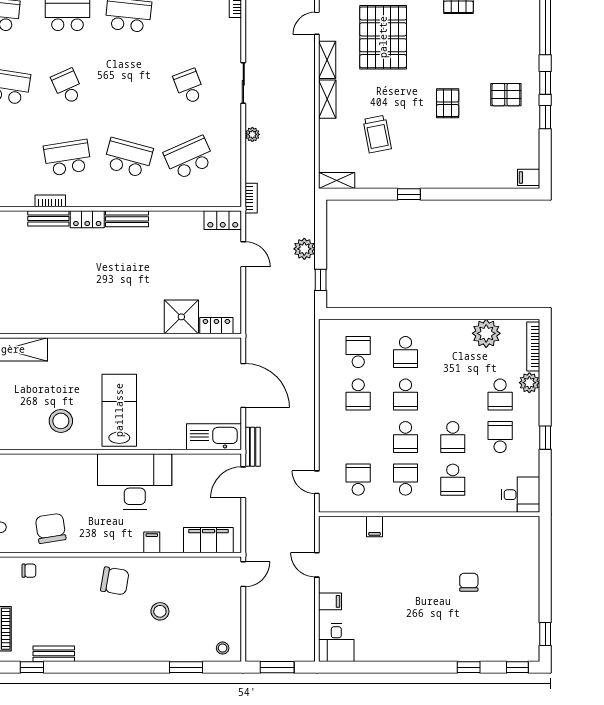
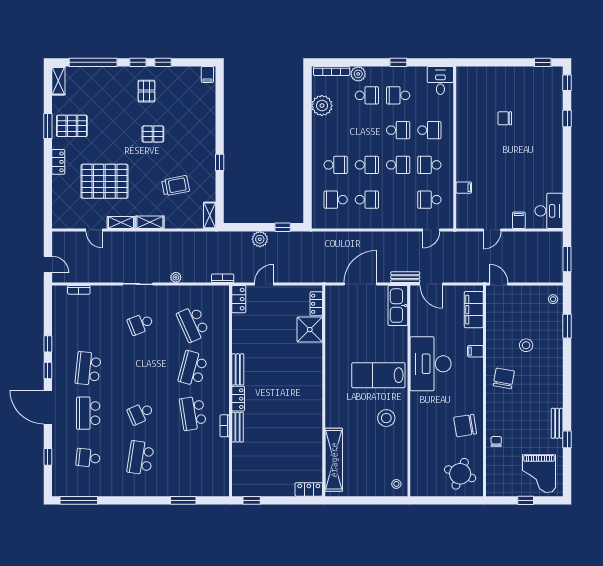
desk: (336, 643) -> (549, 211), width x1.37

